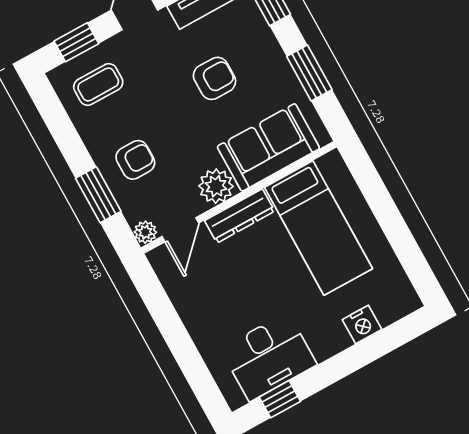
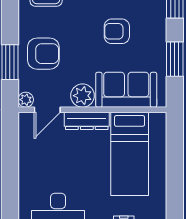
armchair: (214, 78) -> (117, 31), turned 180
armchair: (135, 160) -> (43, 54), width x1.38, depth x1.38

